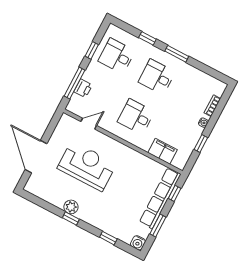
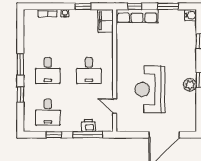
filing cabinet: (163, 151) -> (106, 21), moved
row of seats: (160, 198) -> (137, 16), width x0.73

